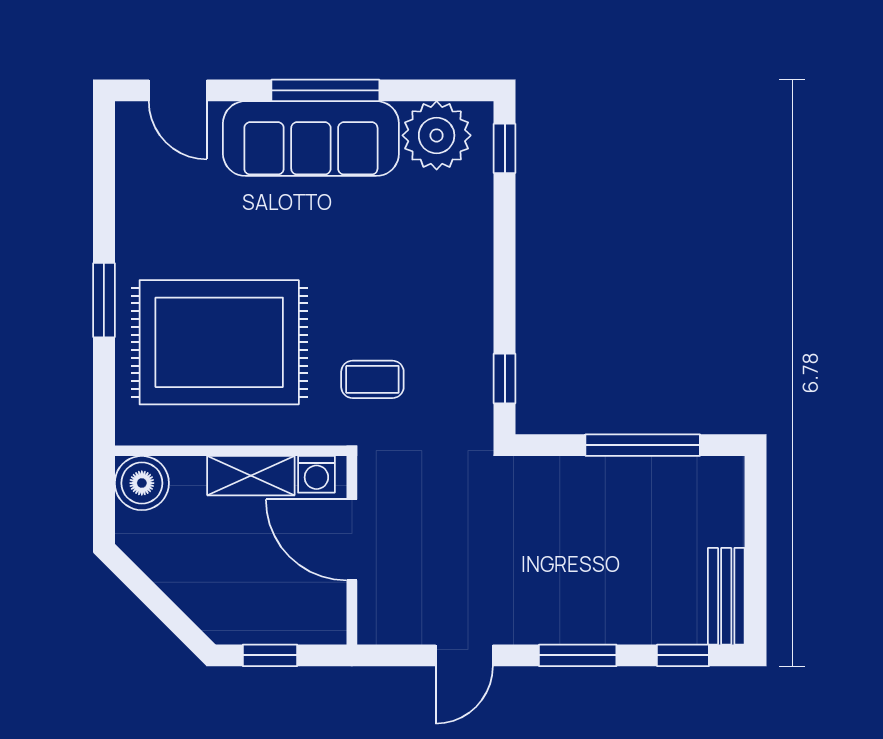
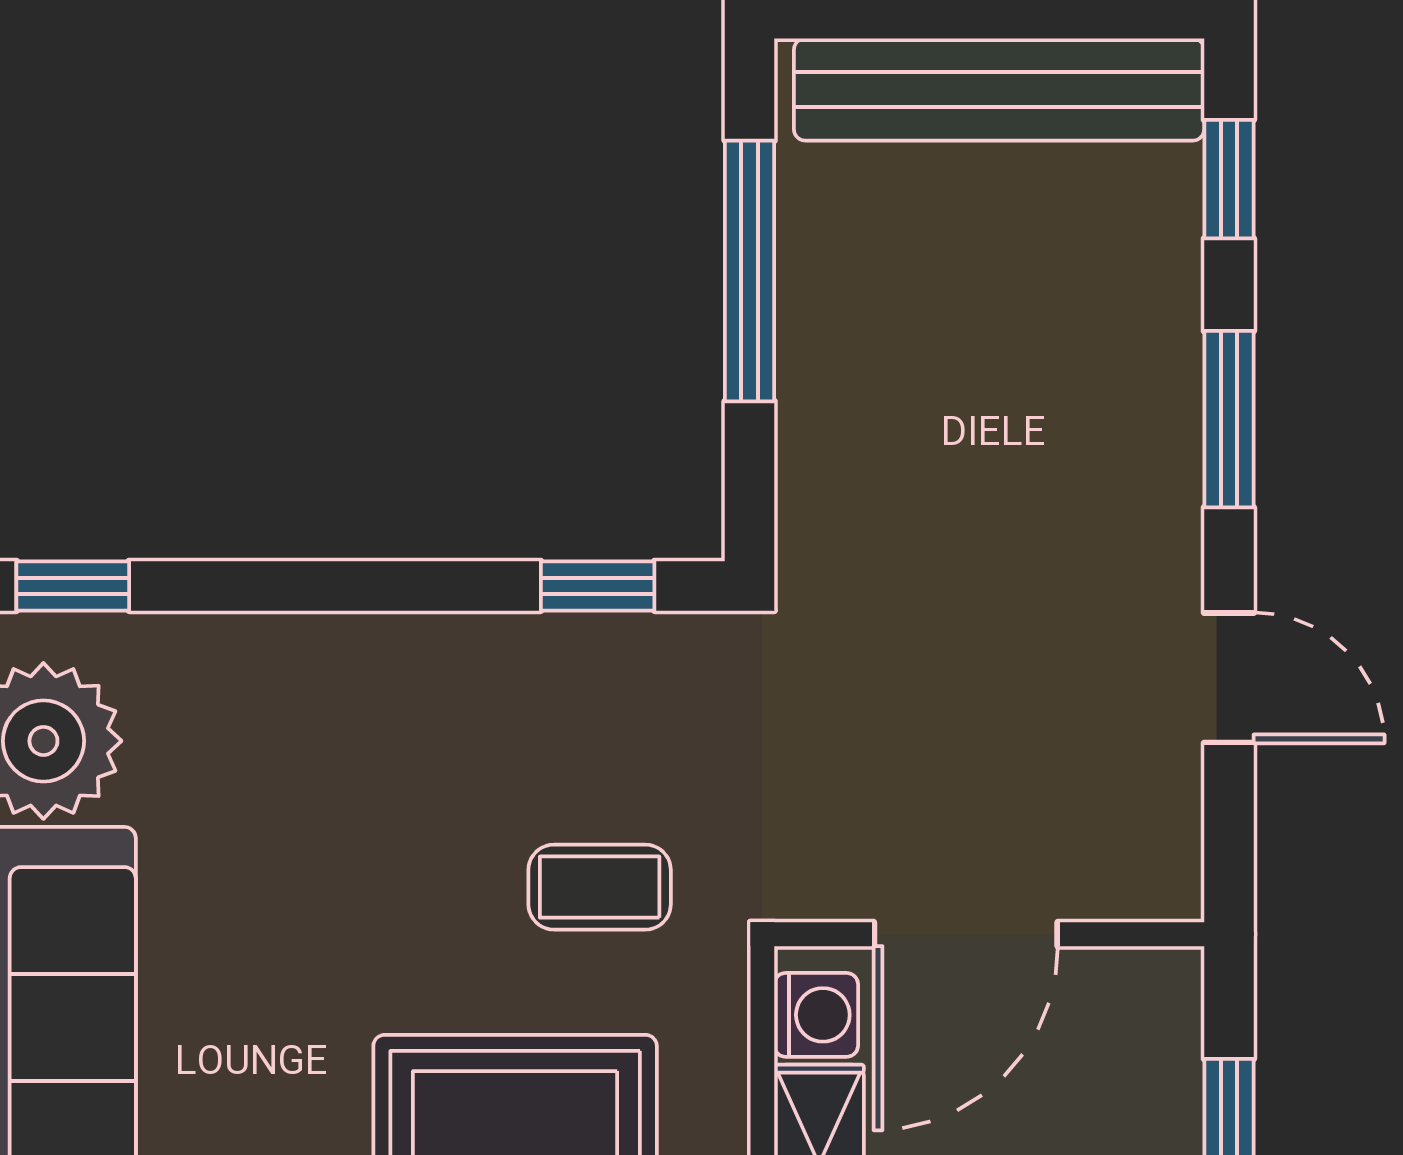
coffee table: (372, 379) -> (600, 887), turned 90
bench: (726, 596) -> (999, 90), width x1.86, depth x1.21

